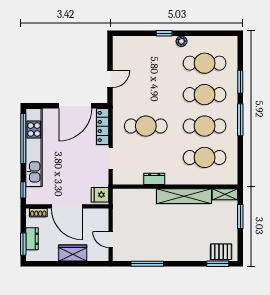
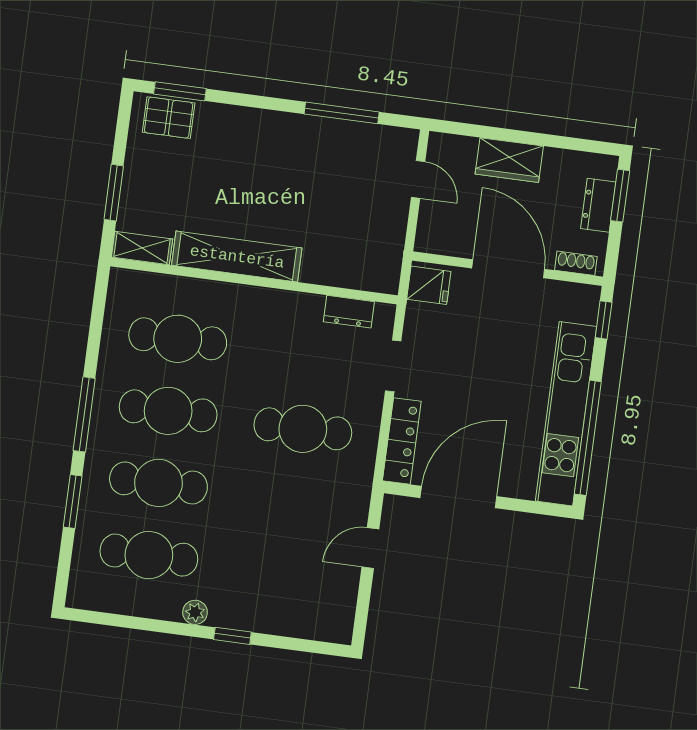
dresser: (154, 179) -> (349, 312), moved

